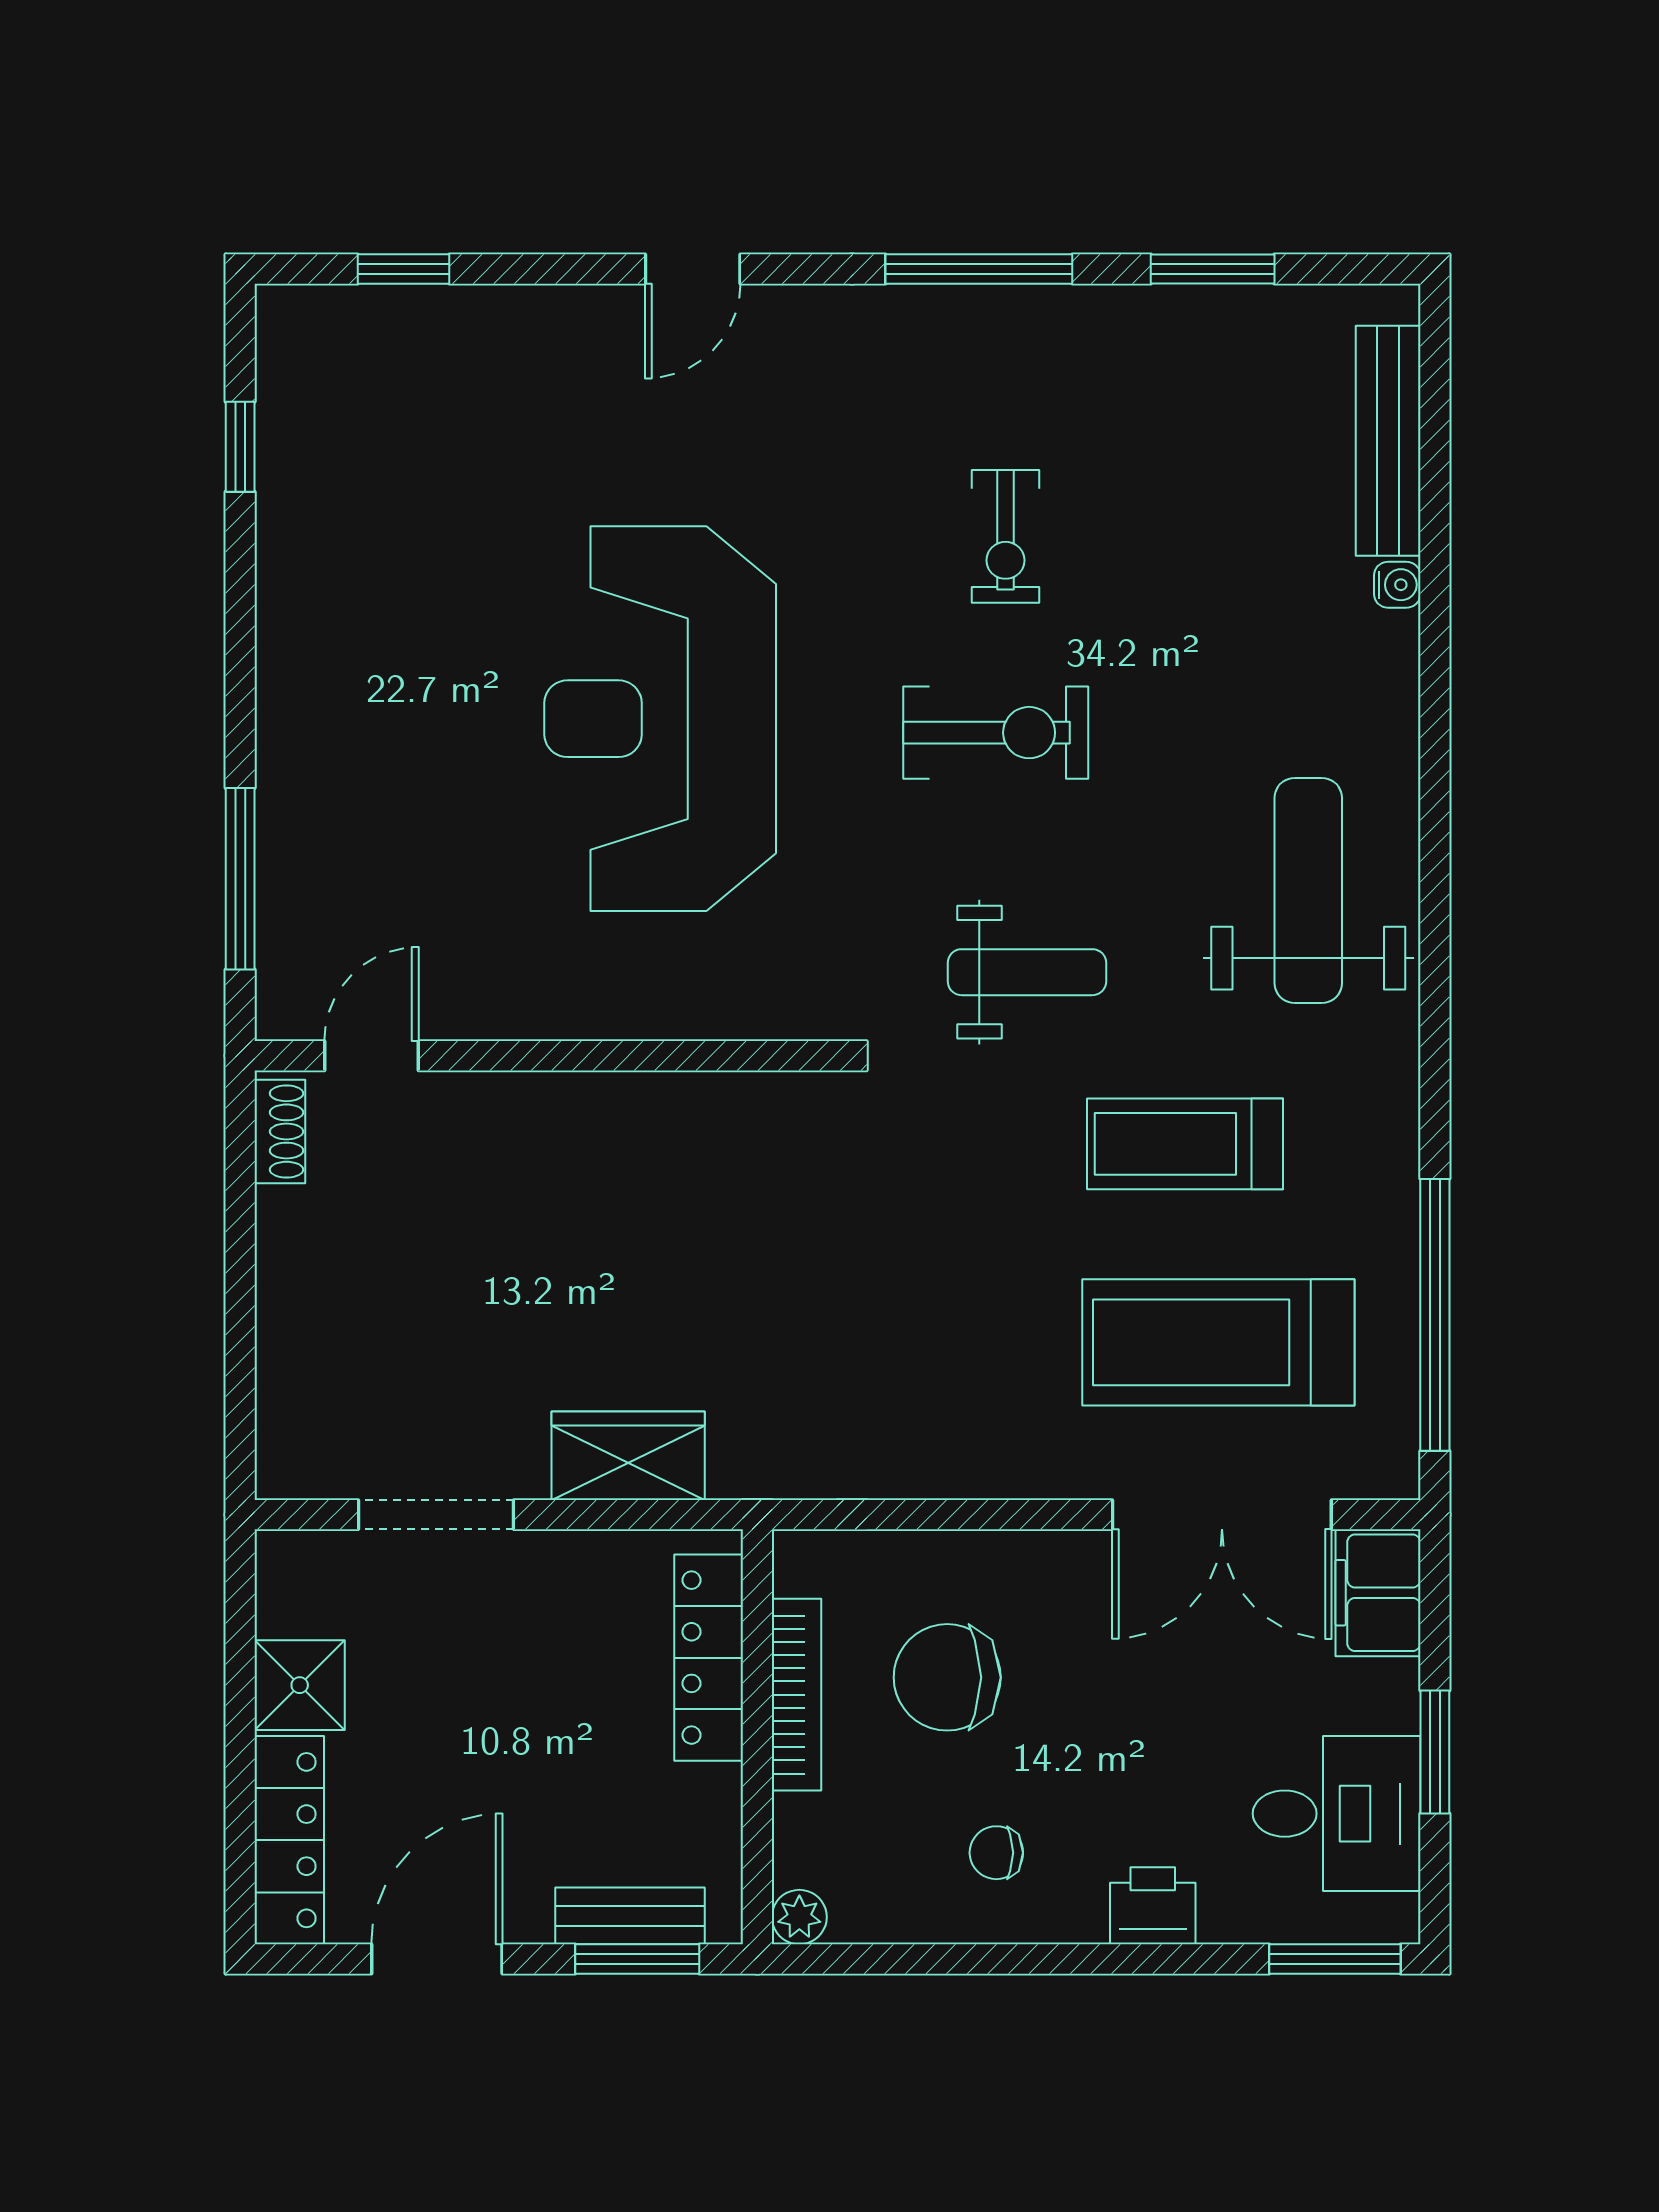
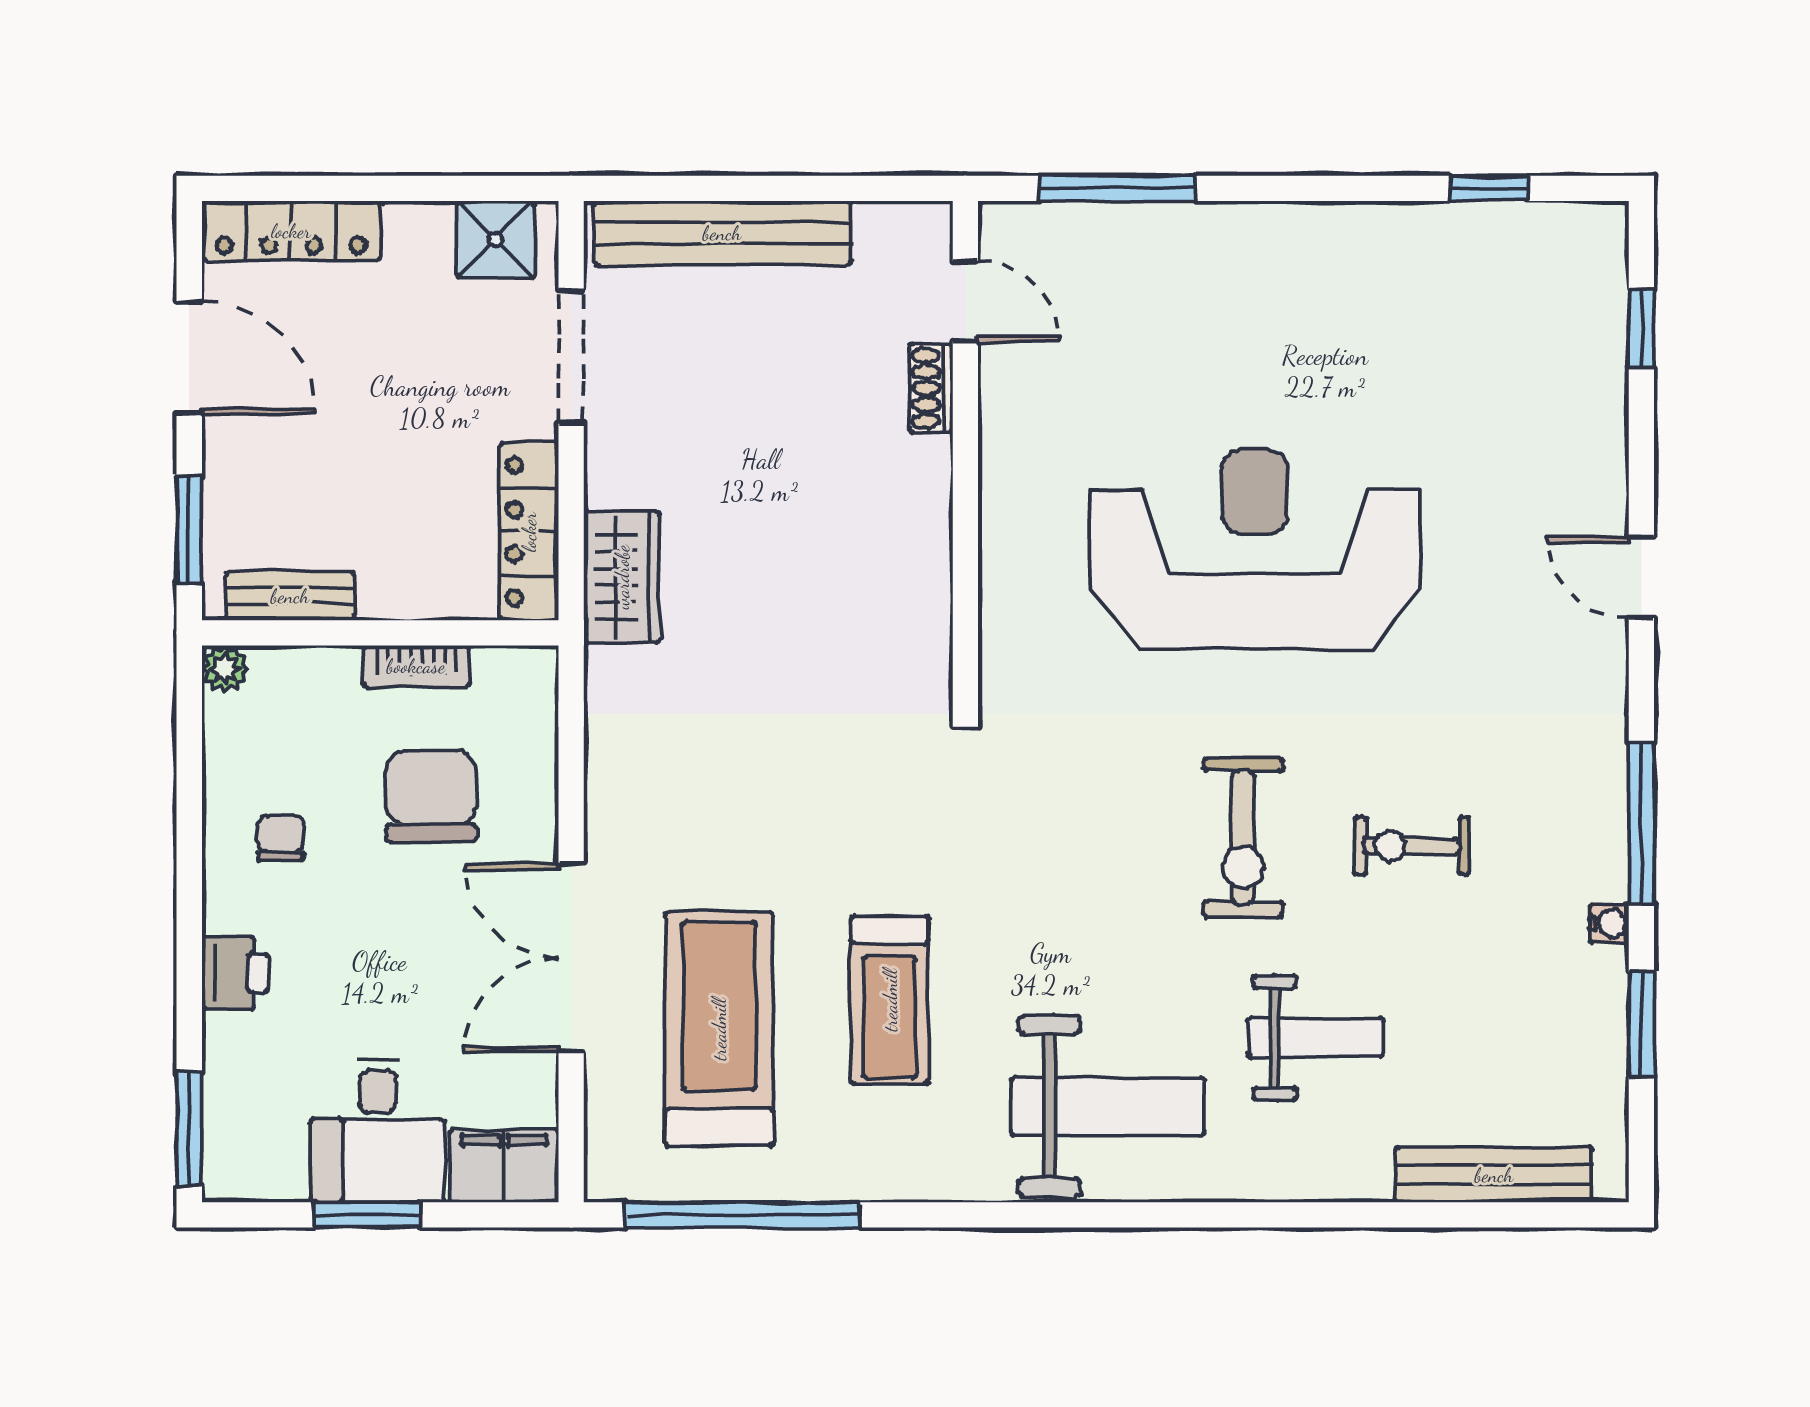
water cooler: (1397, 585) -> (1609, 924), moved, turned -90
weight bench: (1027, 972) -> (1316, 1038), moved, turned -90
shoe rack: (280, 1131) -> (931, 388), moved, turned 90
treadmill: (1185, 1144) -> (890, 1000), turned 180
bench: (292, 1339) -> (722, 233), added
wardrobe: (628, 1456) -> (622, 577), moved
double door: (1222, 1515) -> (571, 958), moved
locker: (709, 1658) -> (529, 532), moved, turned -90
shower: (300, 1685) -> (496, 239), moved
bookcase: (797, 1695) -> (416, 666), width x0.64
desk: (1337, 1814) -> (378, 1130), moved
bench: (630, 1916) -> (290, 596), moved, turned 90

